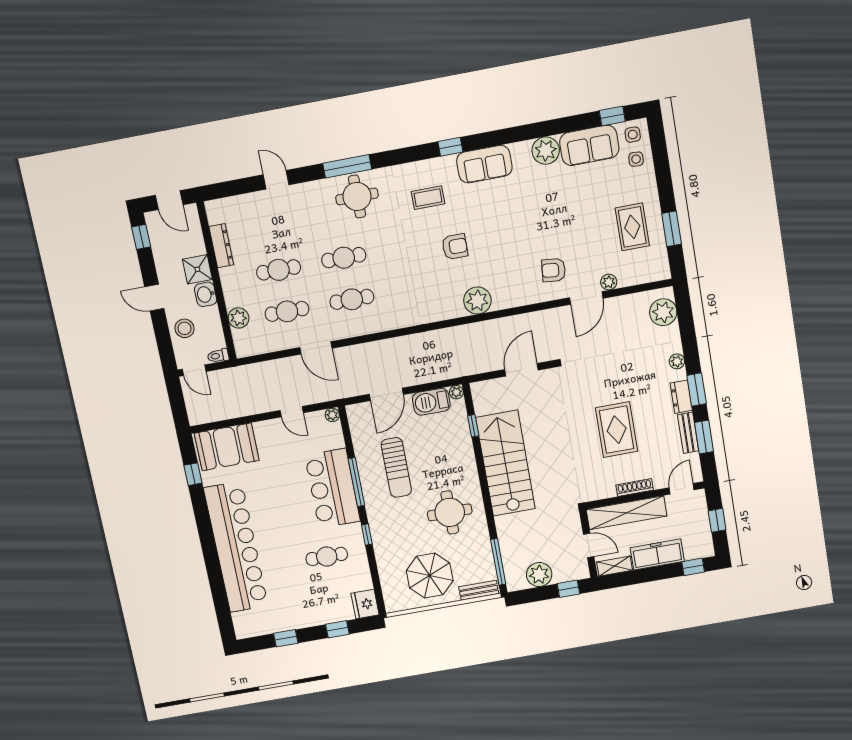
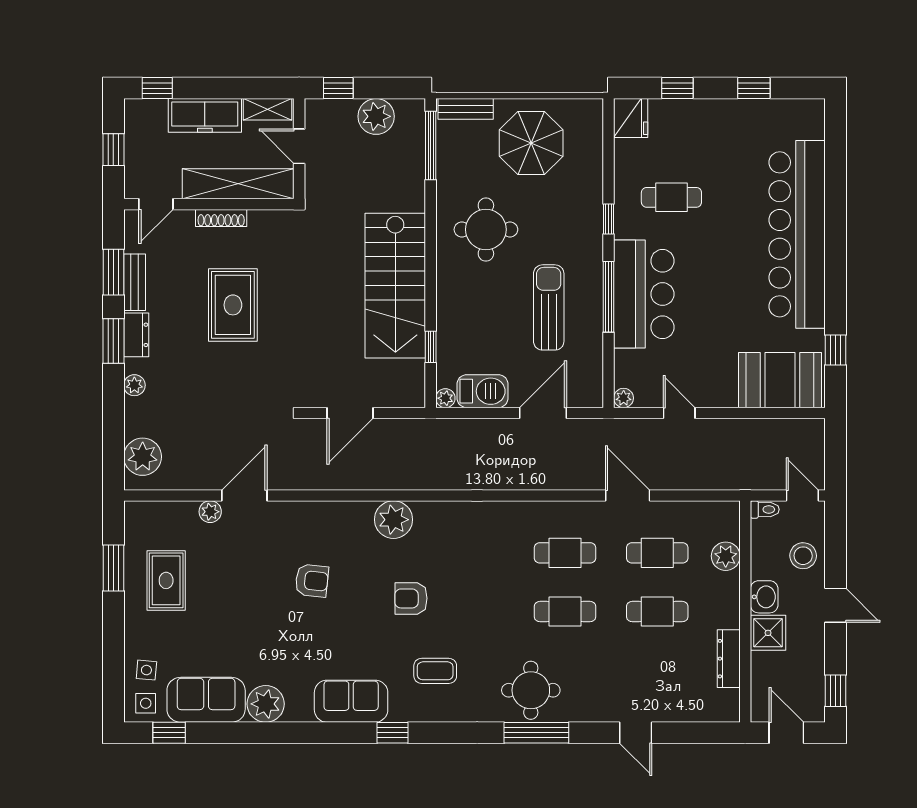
armchair: (554, 270) -> (312, 581), moved

